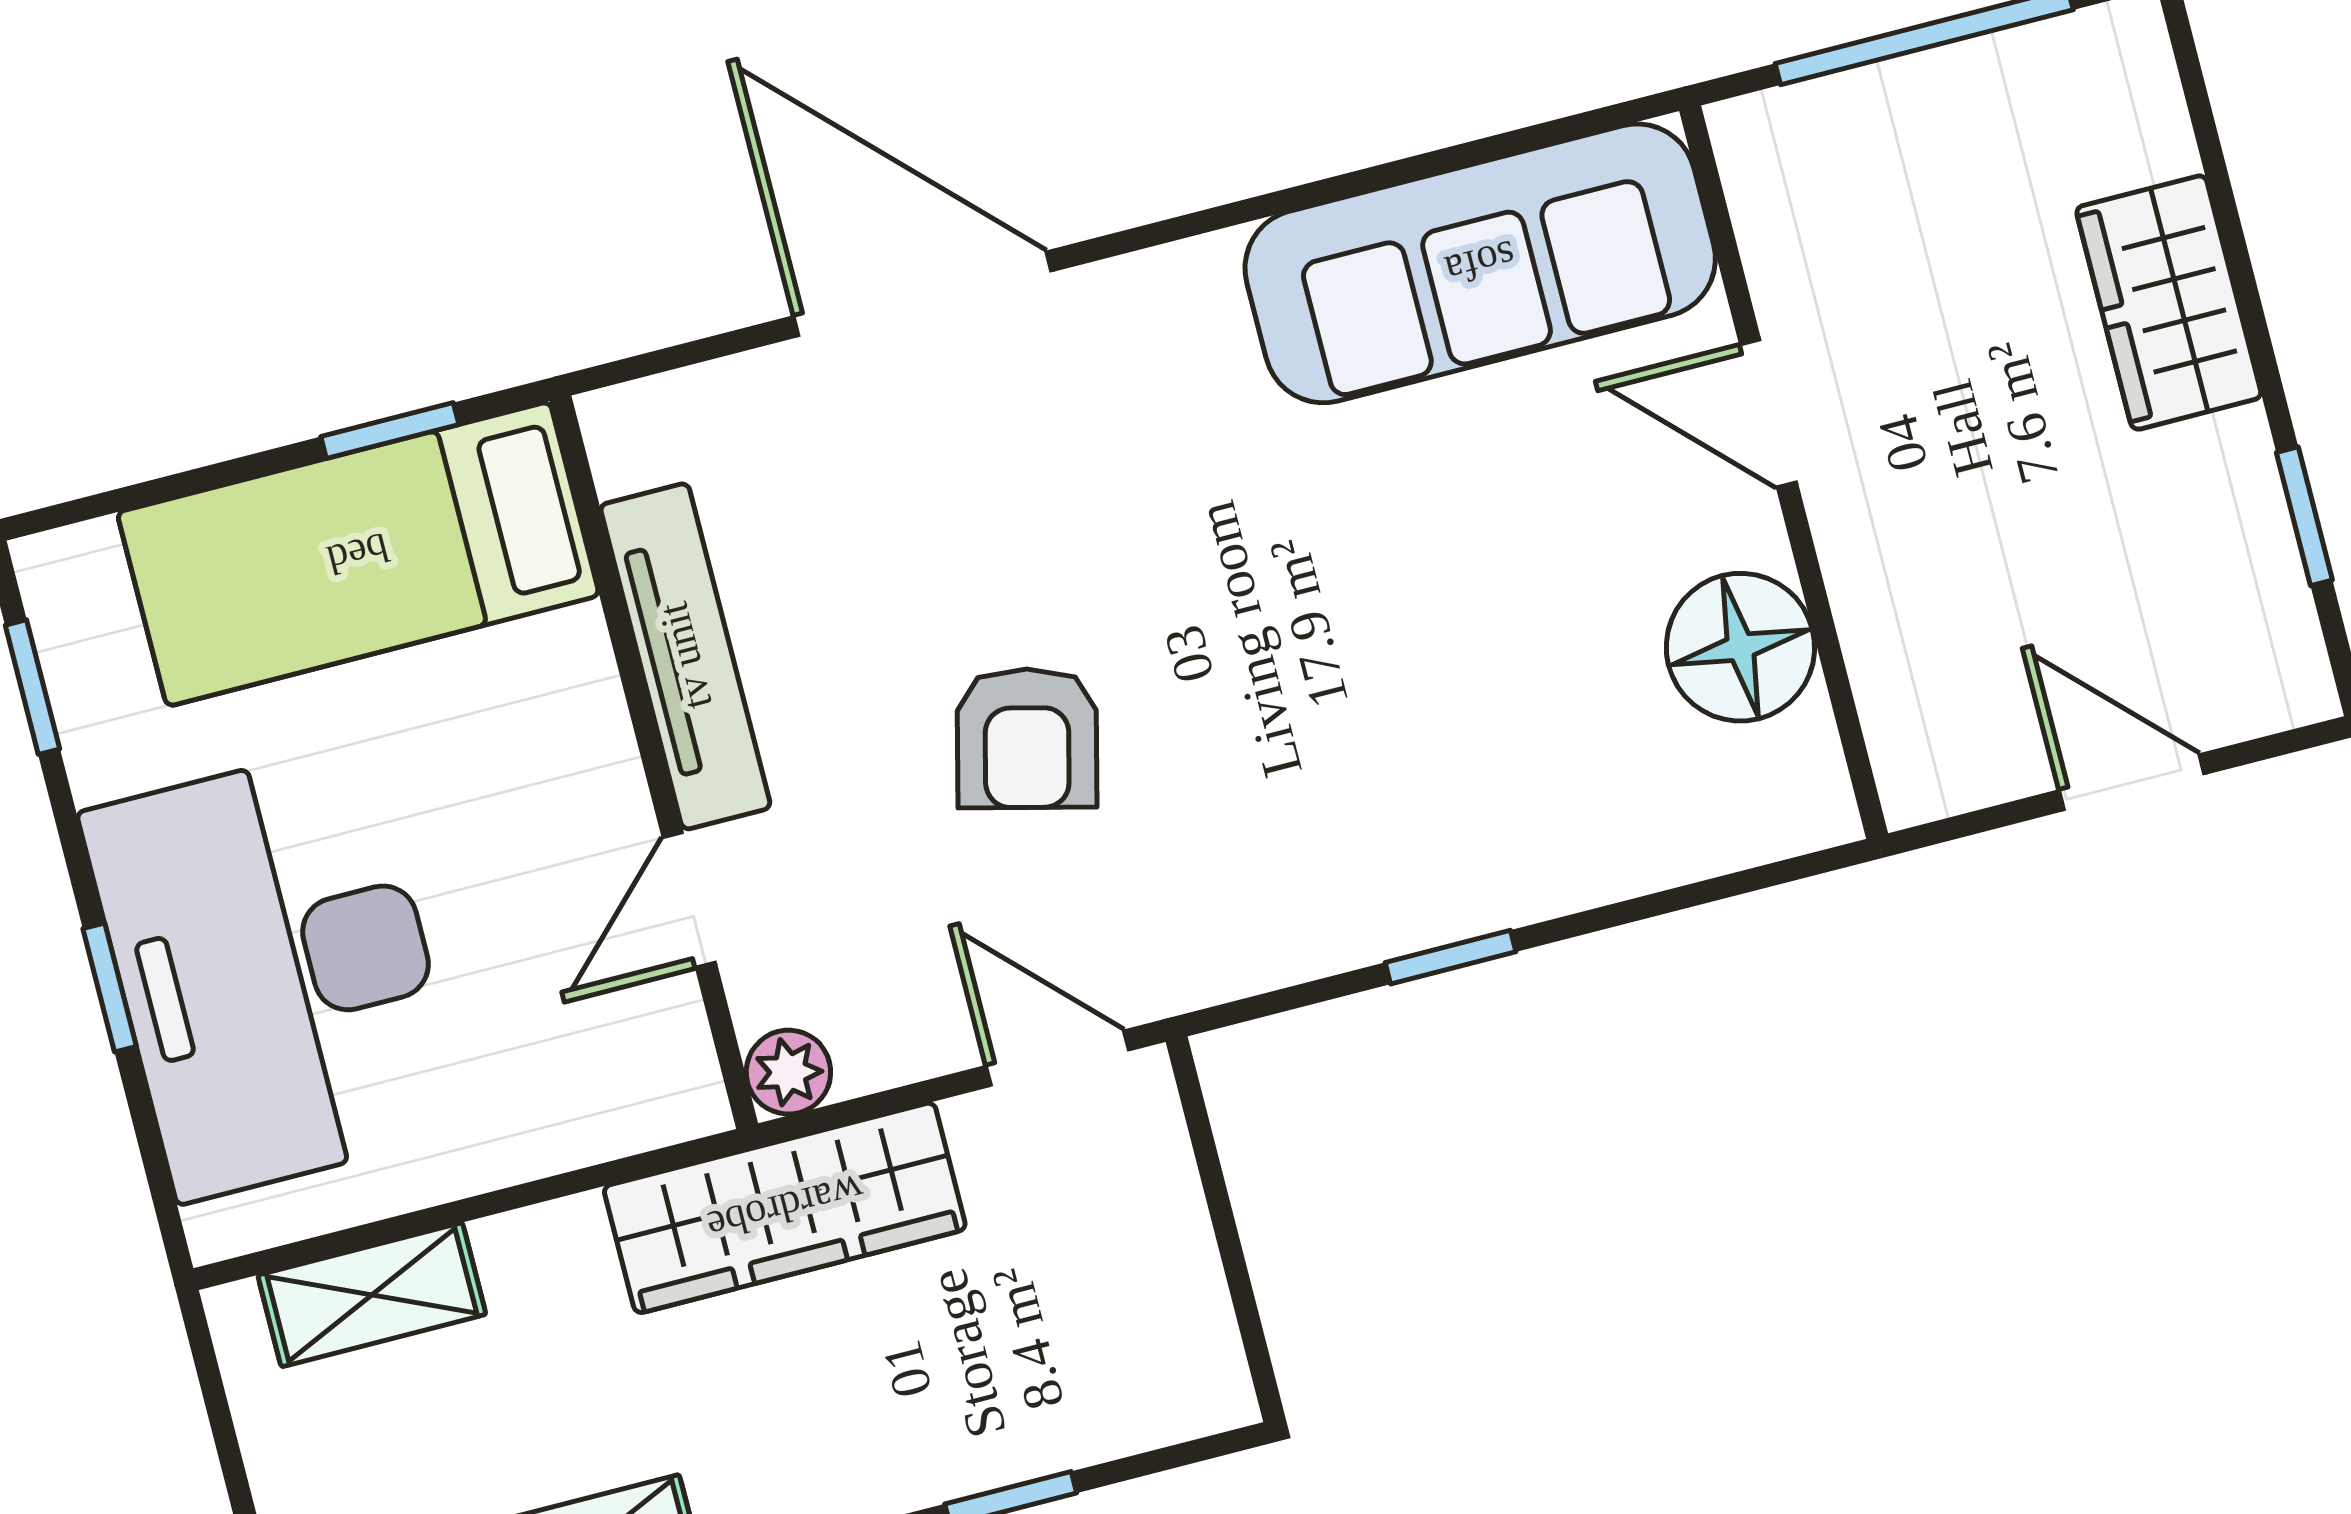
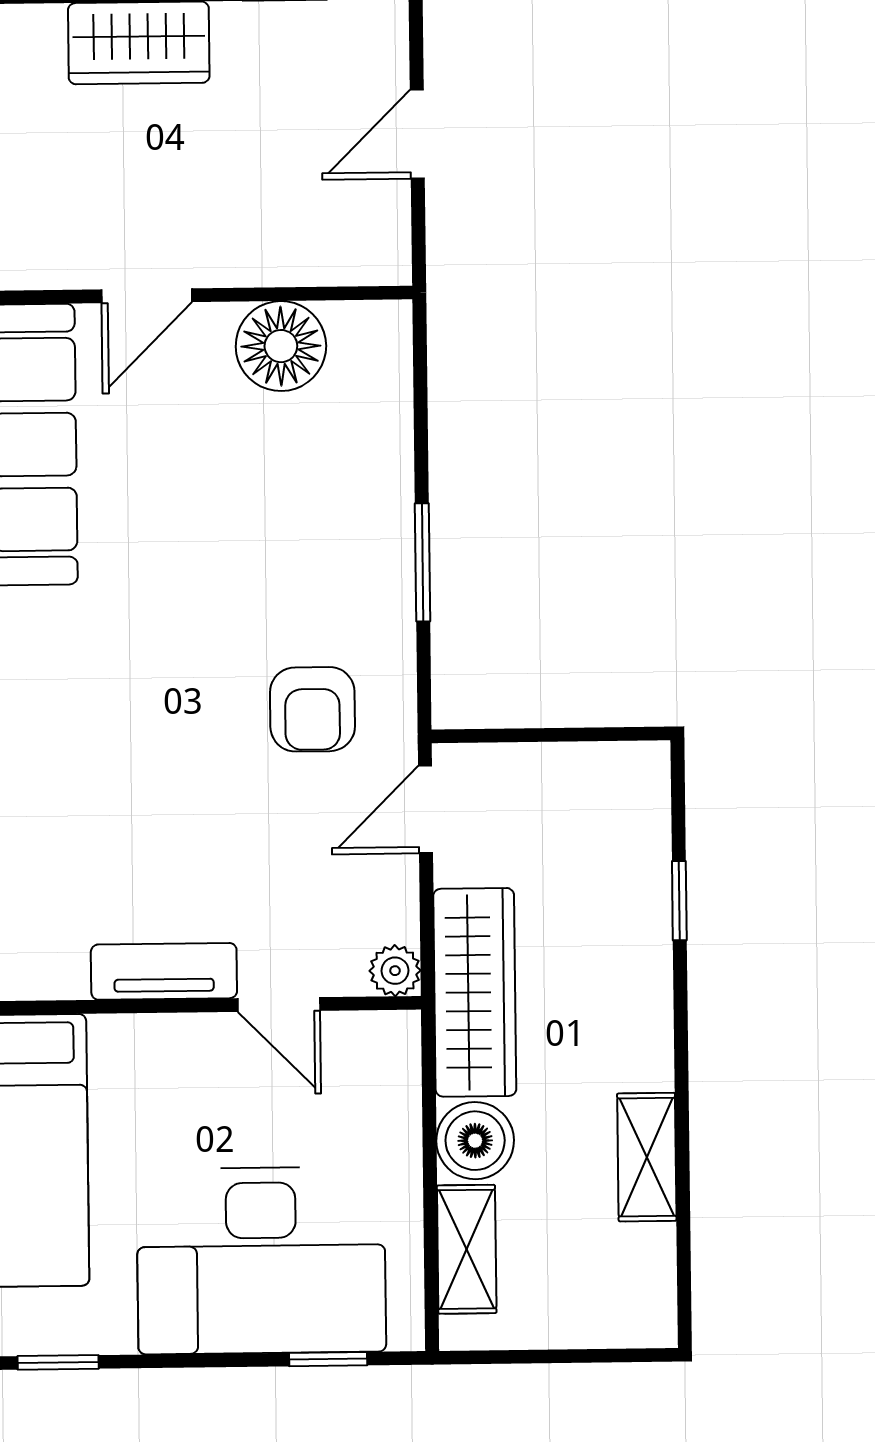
tv unit: (685, 656) -> (164, 971), width x0.71
armchair: (1027, 738) -> (312, 709), moved, turned 76
window: (1450, 957) -> (422, 562), width x1.50
window: (110, 987) -> (328, 1359), moved
boiler: (548, 1266) -> (475, 1141), added

